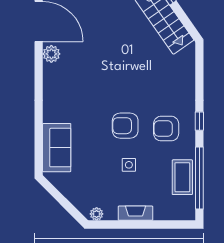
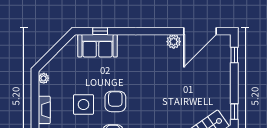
window: (39, 144) -> (100, 31), added
side table: (129, 165) -> (83, 104), width x1.87, depth x1.87

